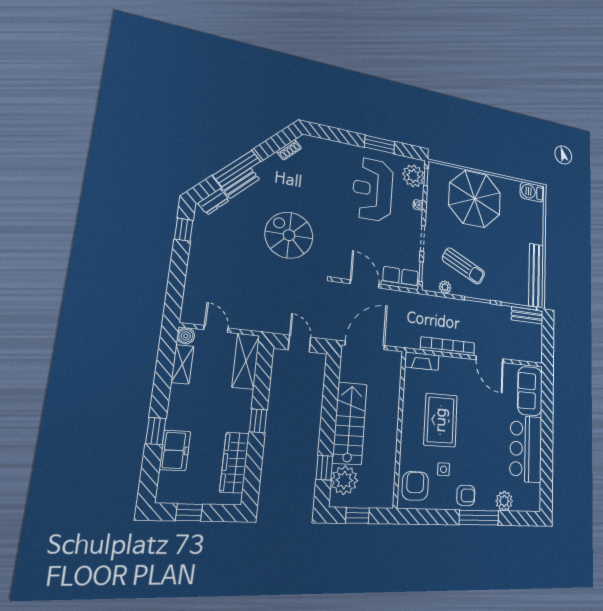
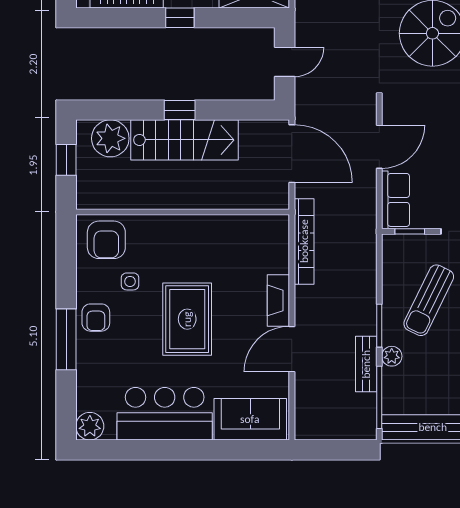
plant: (445, 287) -> (392, 356), moved
bench: (527, 315) -> (366, 364), moved
bookcase: (448, 346) -> (304, 241), moved
fireplace: (422, 361) -> (278, 300), moved
rug: (441, 420) -> (187, 319), moved, turned 90
window: (324, 468) -> (180, 110), moved
armchair: (415, 486) -> (106, 240), turned 90
plant: (504, 501) -> (90, 426), moved

